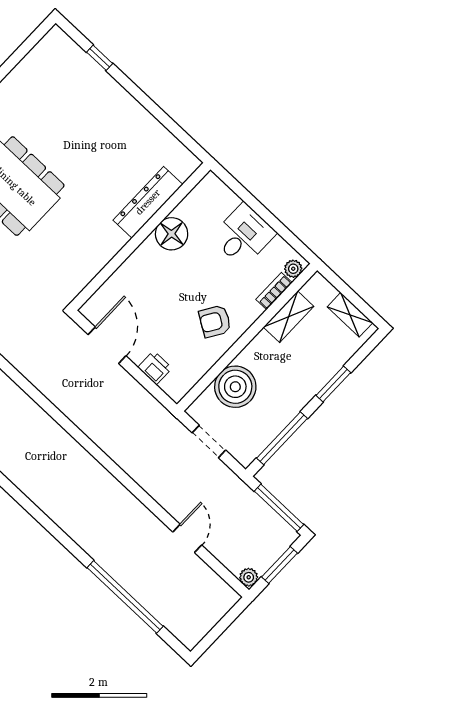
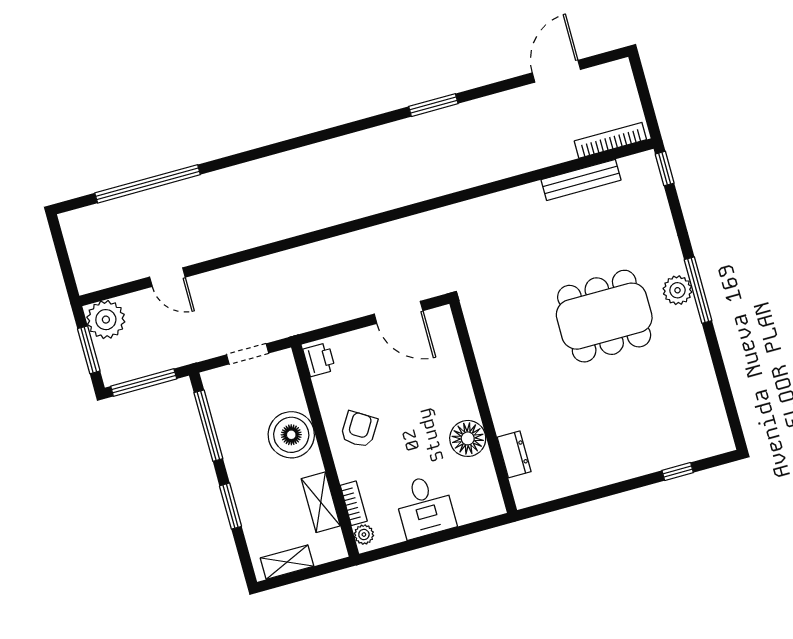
dresser: (148, 202) -> (514, 454), width x0.51, depth x0.80
printer: (155, 368) -> (319, 360), moved, turned -90
boiler: (235, 387) -> (291, 435), moved
plant: (249, 577) -> (106, 320), width x1.87, depth x1.87

